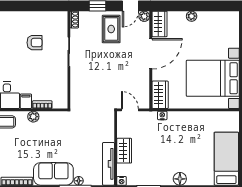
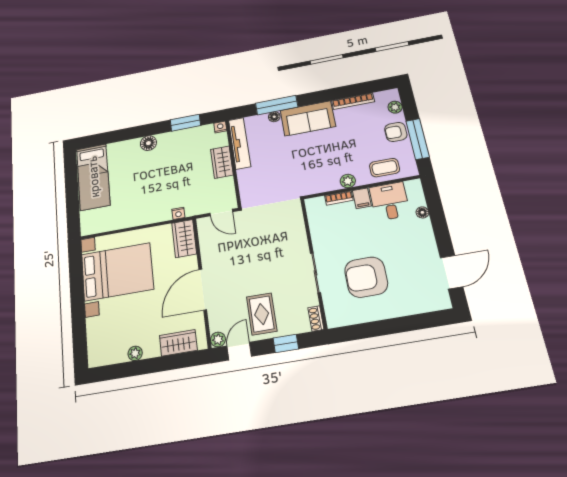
plant: (192, 16) -> (135, 353), moved
wardrobe: (159, 24) -> (178, 343), moved, turned 90
armchair: (35, 43) -> (366, 277), width x1.88, depth x1.88

